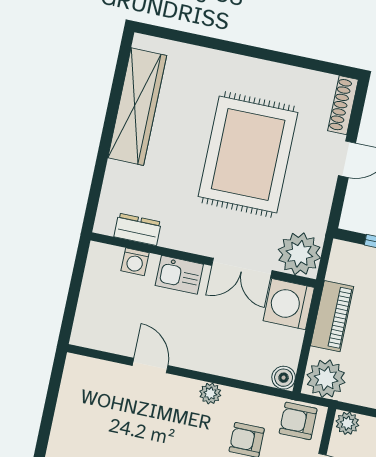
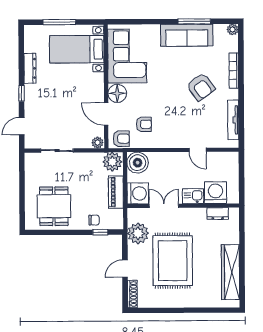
plant: (299, 254) -> (138, 233), moved
washing machine: (135, 262) -> (216, 193), width x1.89, depth x1.89
boiler: (284, 378) -> (138, 163), width x1.86, depth x1.86
plant: (210, 393) -> (166, 143), removed
tv unit: (66, 410) -> (233, 120), added

